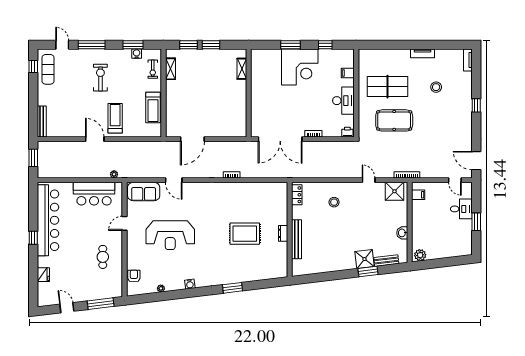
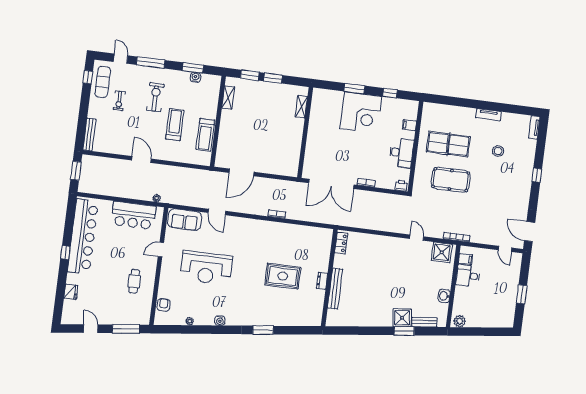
exercise bike: (153, 69) -> (119, 101), moved
treadmill: (115, 118) -> (175, 125), moved
stool: (334, 202) -> (378, 255), removed
desk: (461, 209) -> (468, 276), moved, turned 180

